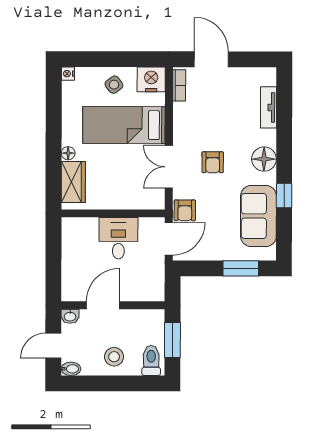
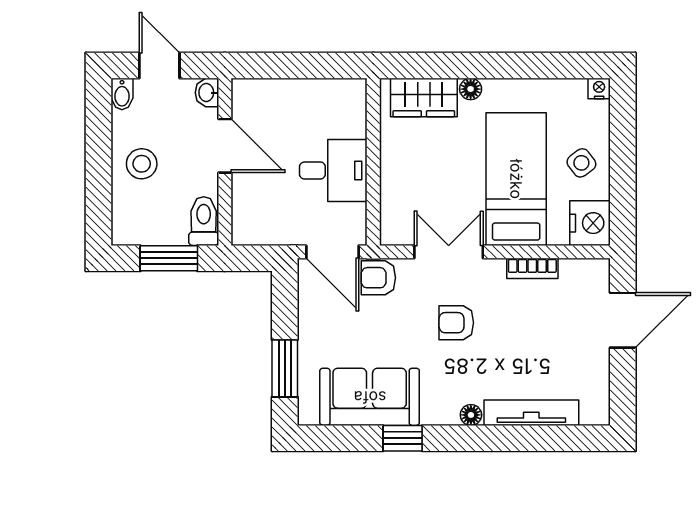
bookcase: (179, 85) -> (532, 268), moved
tv unit: (268, 107) -> (531, 413), width x1.41
floor lamp: (264, 159) -> (471, 415), width x0.53, depth x0.53
toilet: (151, 361) -> (204, 221), moved, turned -90

